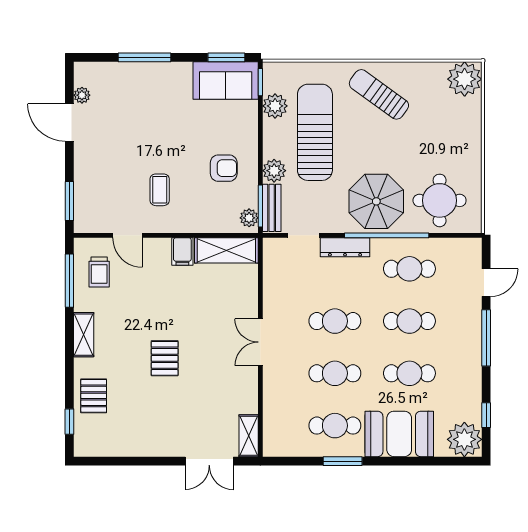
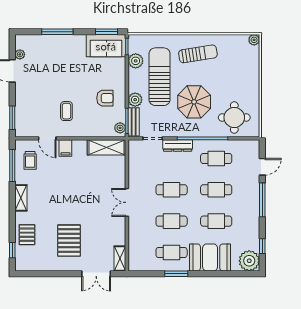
plant: (465, 79) -> (254, 40), width x0.53, depth x0.53
sun lounger: (379, 94) -> (198, 54), turned 135
parasol: (376, 201) -> (194, 102), moved
filing cabinet: (182, 251) -> (65, 148), moved
pallet: (165, 358) -> (69, 241), moved, width x1.50, depth x1.42

